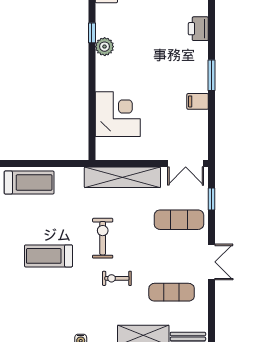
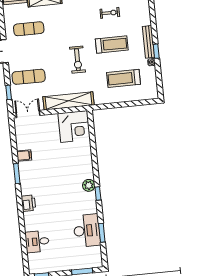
corner desk: (118, 114) -> (74, 126), moved, turned -90
treadmill: (29, 183) -> (123, 78), moved
exercise bike: (117, 278) -> (110, 13), moved

